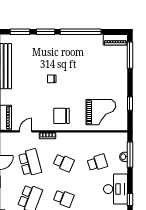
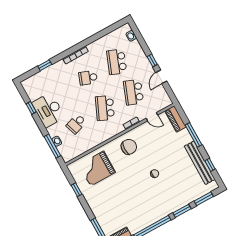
door: (26, 131) -> (152, 117), hinge flipped
school desk: (30, 163) -> (134, 92), turned 36
school desk: (64, 163) -> (105, 108), width x1.85

